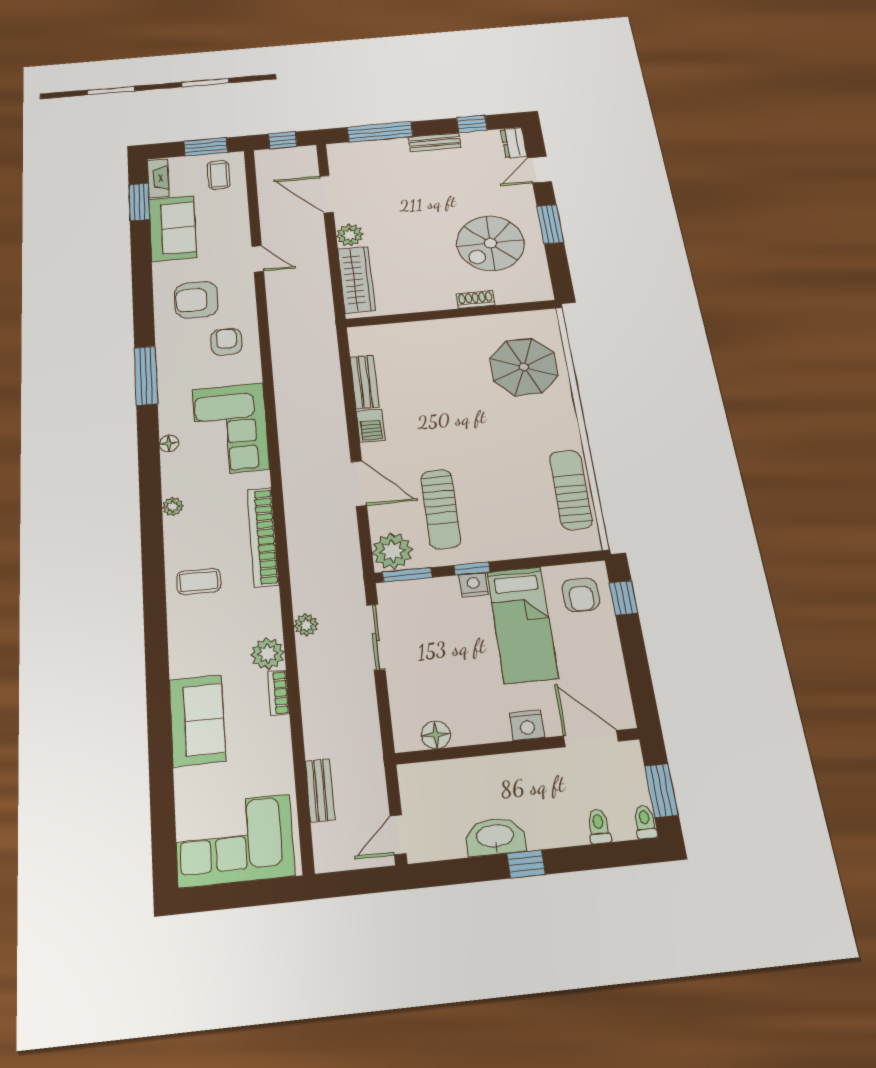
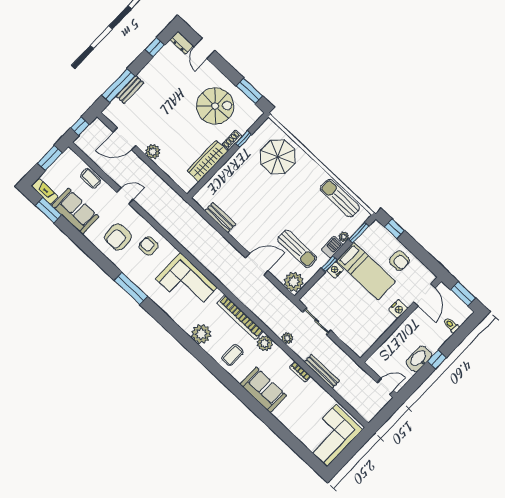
bench: (435, 142) -> (130, 89), moved
coffee table: (219, 175) -> (91, 178), moved
window: (550, 224) -> (249, 91), moved
spiral stairs: (490, 243) -> (215, 106), turned -90
wardrobe: (356, 279) -> (207, 161), moved, turned -90
window: (494, 310) -> (244, 139), added
barbecue: (371, 426) -> (332, 247), moved, turned -90
floor lamp: (169, 443) -> (168, 310), removed
plant: (173, 507) -> (201, 334), width x1.88, depth x1.88
plant: (530, 548) -> (344, 237), added
window: (407, 575) -> (359, 233), moved
armchair: (581, 595) -> (399, 261), moved
plant: (268, 654) -> (265, 343), moved
sofa: (197, 720) -> (263, 390), moved
floor lamp: (436, 735) -> (369, 340), removed
door: (591, 739) -> (424, 295), swing flipped
bench: (320, 790) -> (322, 371), moved, width x1.36
toilet: (645, 822) -> (466, 310), removed
door: (398, 835) -> (385, 386), swing flipped

